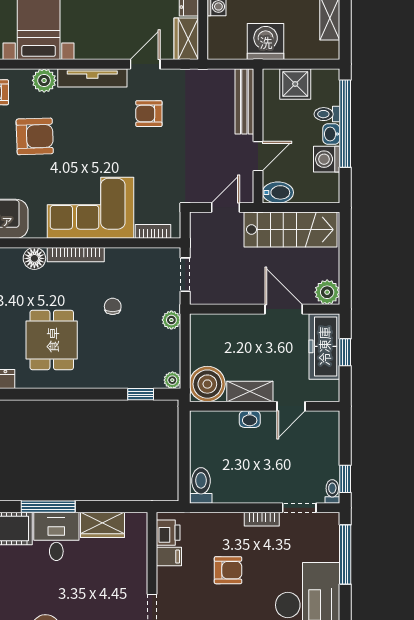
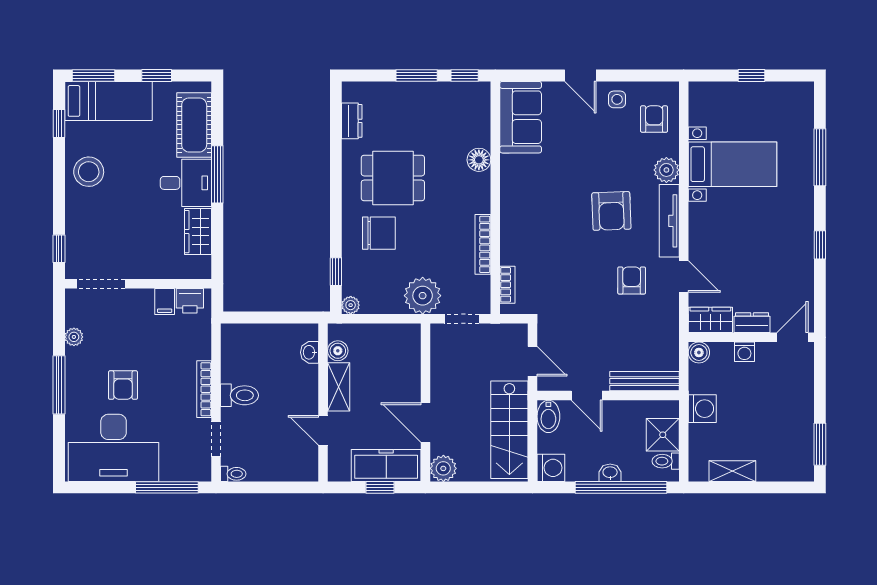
washing machine: (266, 42) -> (702, 409), width x0.73, depth x0.73
boiler: (217, 50) -> (699, 353), added
toilet: (327, 114) -> (666, 461), moved, turned -90
armchair: (35, 136) -> (611, 211), moved
washing machine: (327, 159) -> (551, 468), moved, turned 90
corner sofa: (90, 208) -> (532, 219), removed
bookcase: (76, 255) -> (483, 244), moved
chair: (113, 306) -> (379, 233), moved, width x1.87, depth x1.87
door: (284, 309) -> (425, 423), swing flipped
plant: (171, 320) -> (423, 296), width x1.88, depth x1.88
boiler: (207, 384) -> (338, 351), width x0.54, depth x0.54
washbasin: (250, 419) -> (310, 352), moved
window: (345, 479) -> (246, 487), removed
toilet: (201, 485) -> (240, 395), moved
bookcase: (262, 519) -> (204, 389), width x1.56
armchair: (228, 570) -> (123, 385), moved

